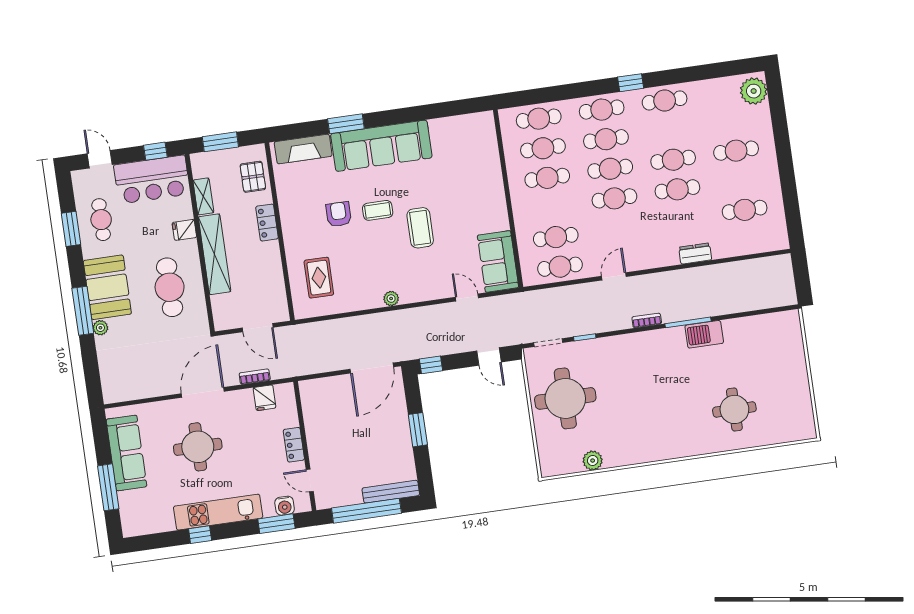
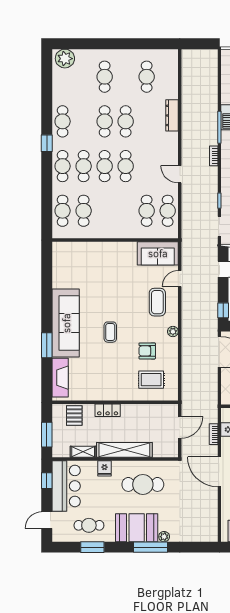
pallet: (253, 177) -> (74, 415), turned 90
cafe table: (547, 178) -> (105, 211), removed
armchair: (339, 214) -> (147, 351), moved
coffee table: (420, 228) -> (157, 302), moved, turned 90
dresser: (695, 253) -> (172, 115), width x1.44

